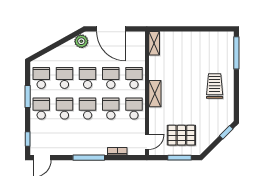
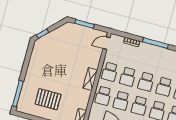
trolley: (215, 86) -> (42, 72), removed
pallet: (181, 135) -> (48, 99), moved

